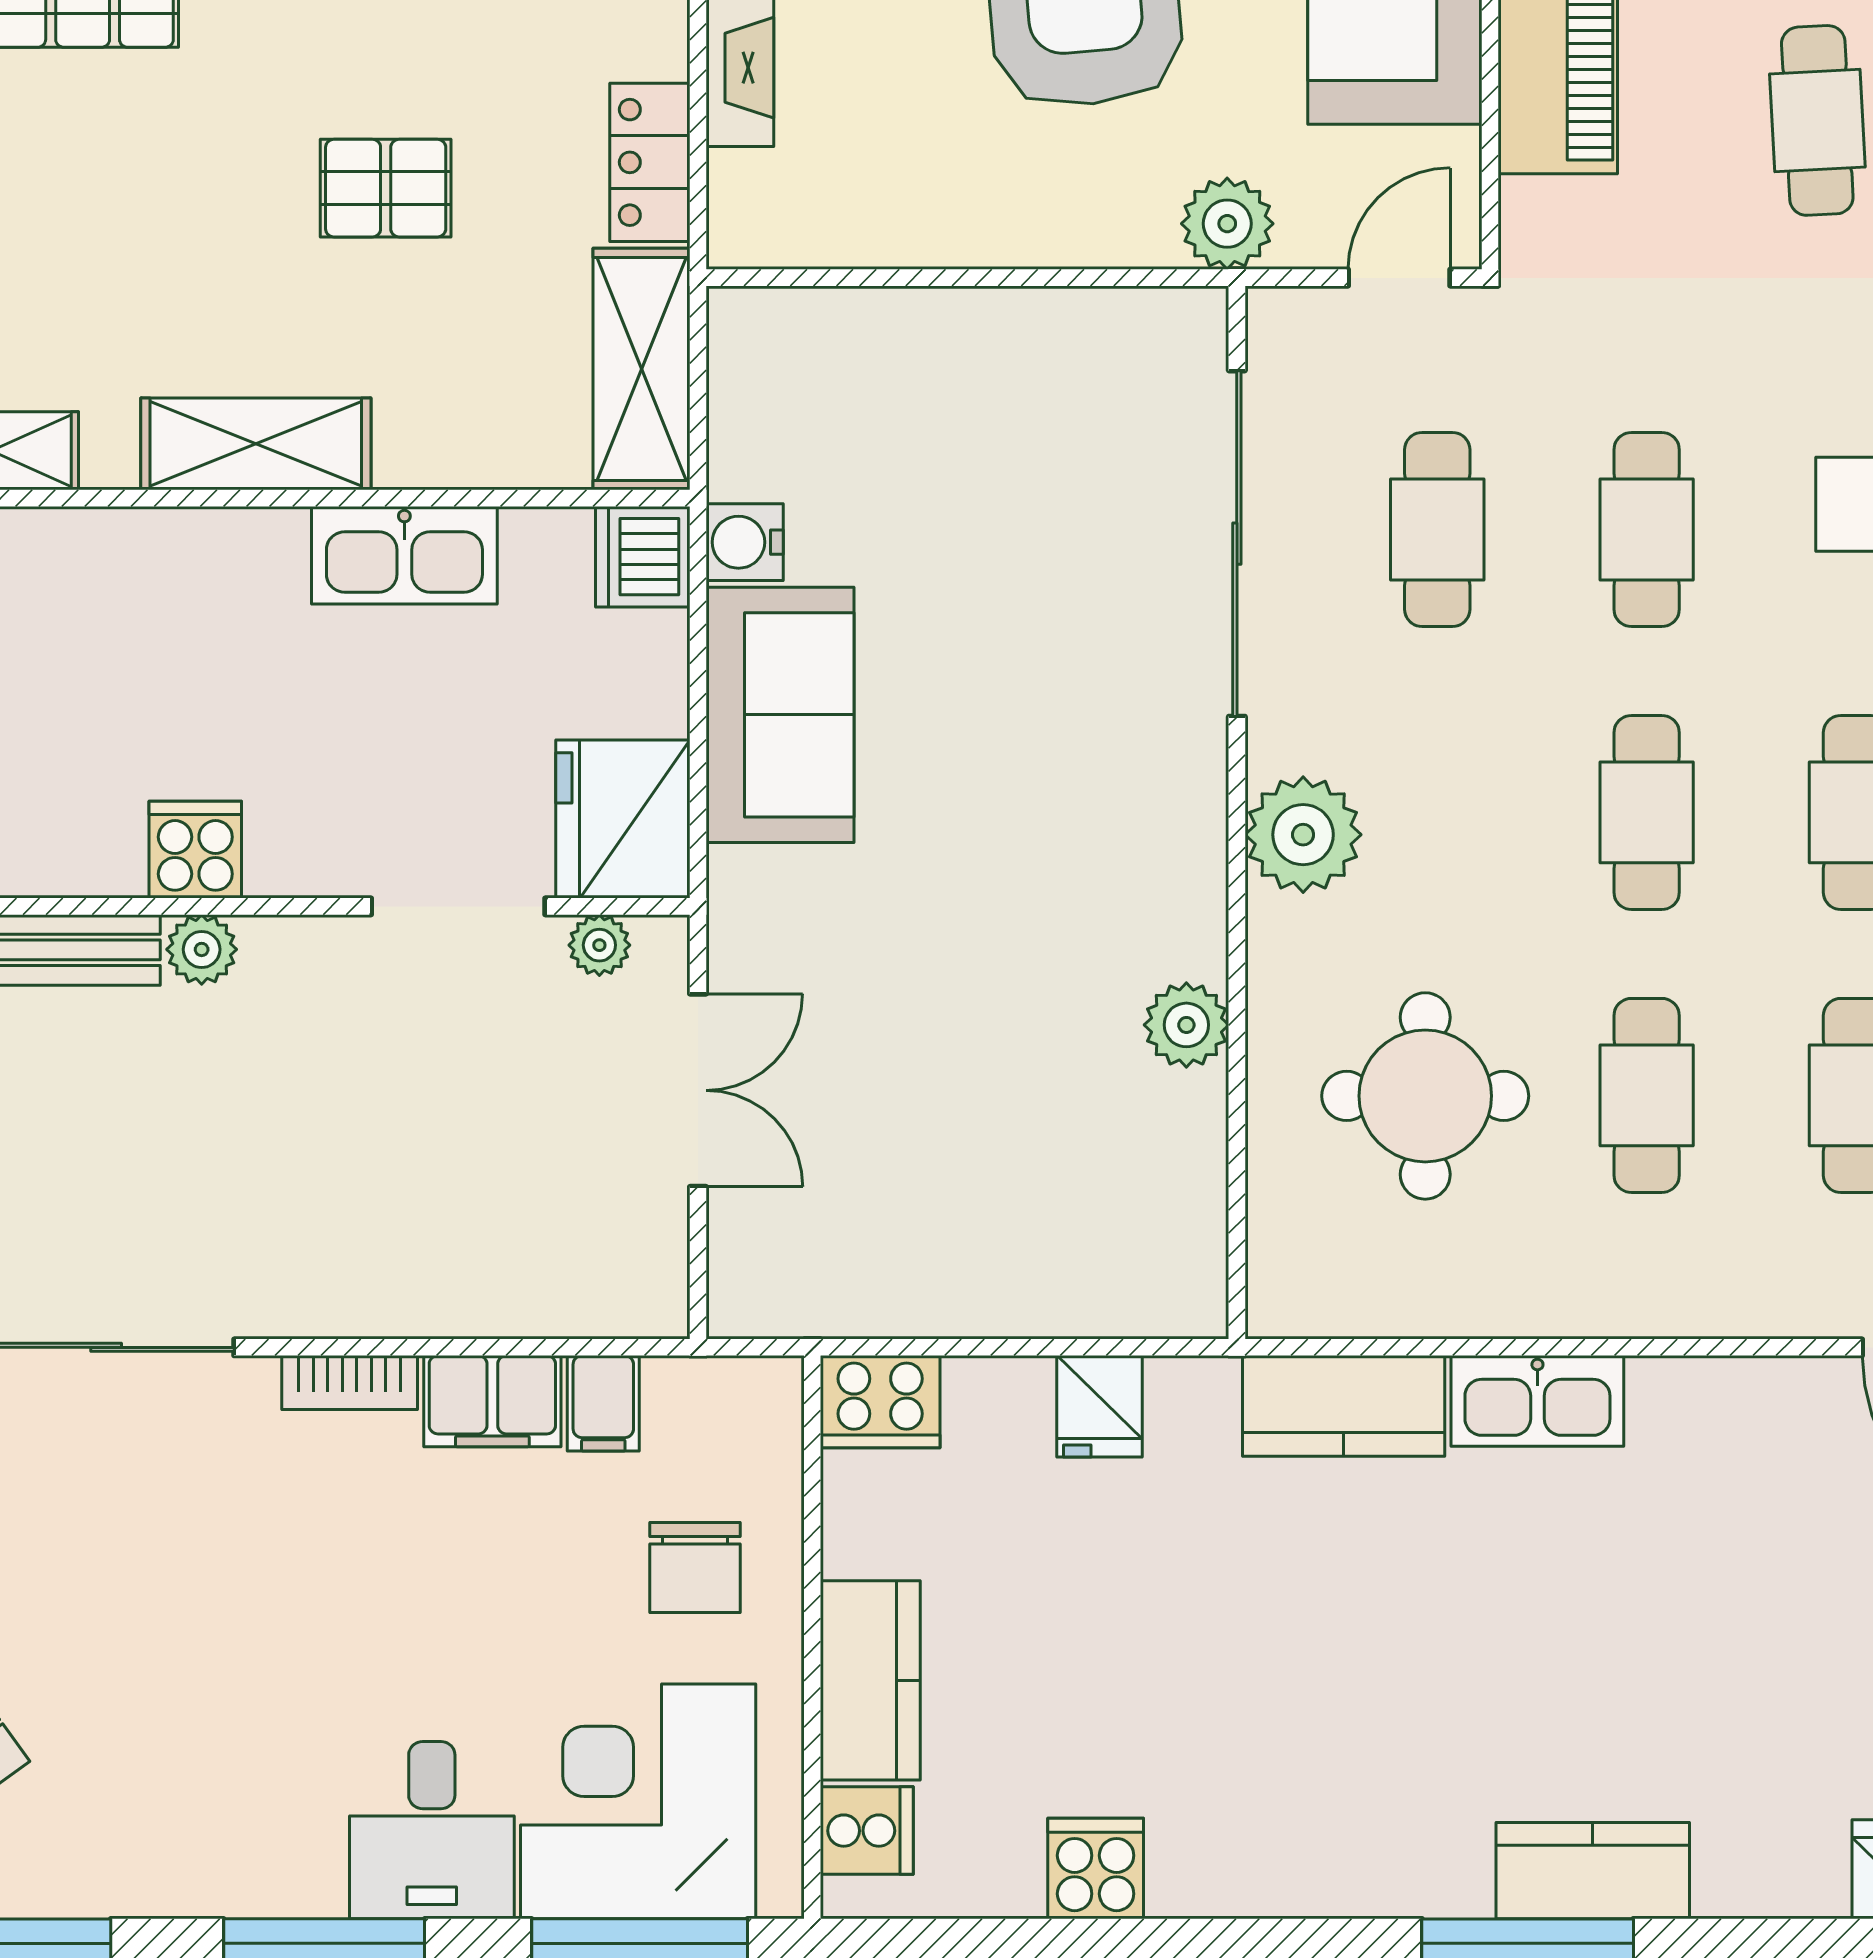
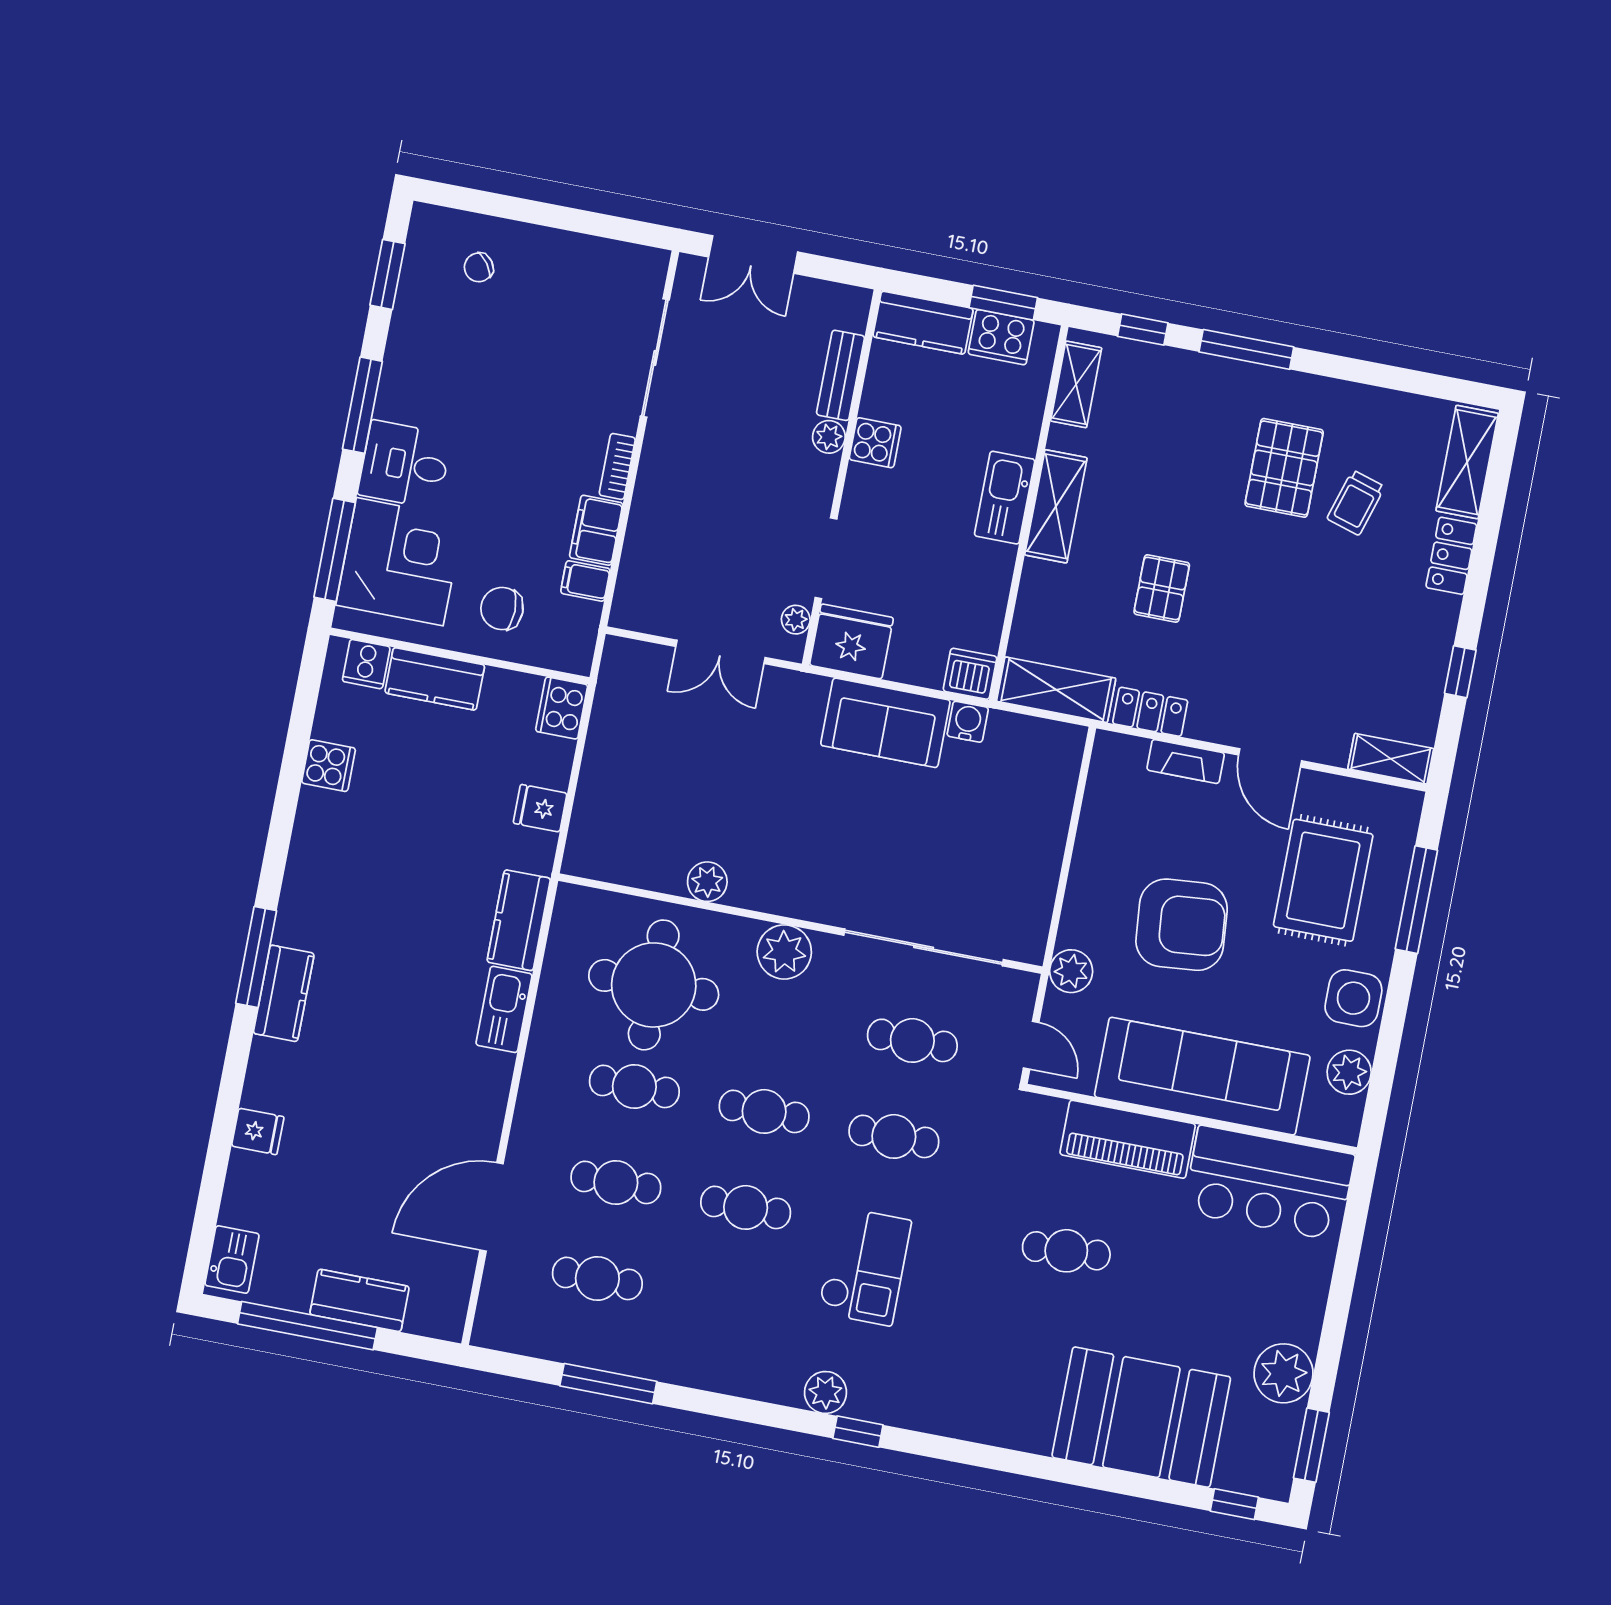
kitchen sink: (404, 555) -> (1005, 498), moved
round table: (1425, 1096) -> (654, 985), width x1.36, depth x1.36

